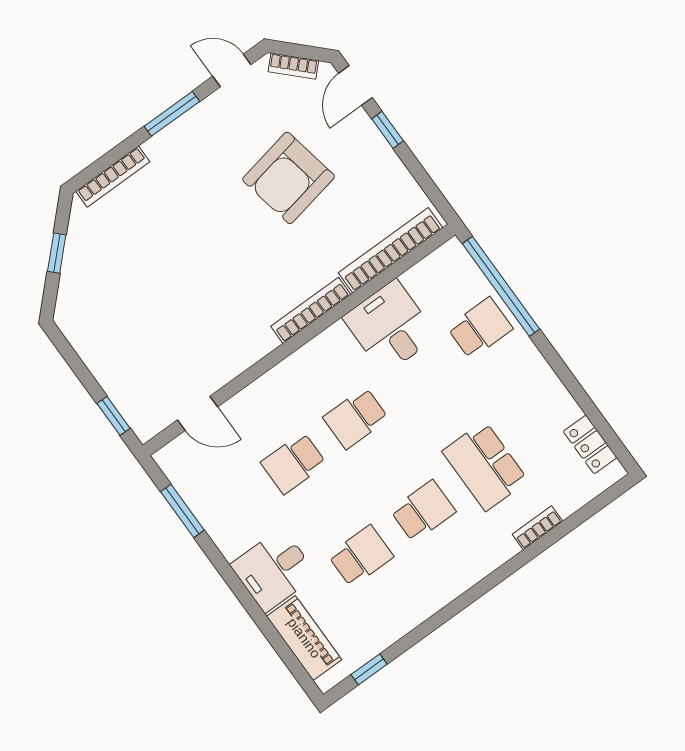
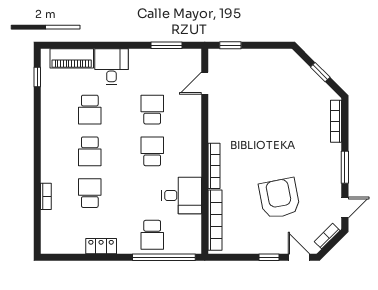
locker: (590, 444) -> (101, 246), moved
school desk: (485, 466) -> (90, 193), width x0.54

